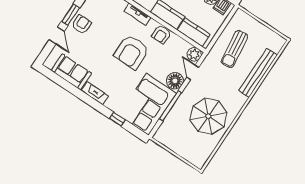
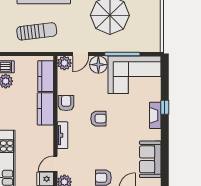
armchair: (161, 34) -> (66, 103), turned -90
armchair: (132, 52) -> (98, 119), width x0.53, depth x0.53
fireplace: (95, 93) -> (155, 115), moved
window: (117, 119) -> (165, 107), moved

